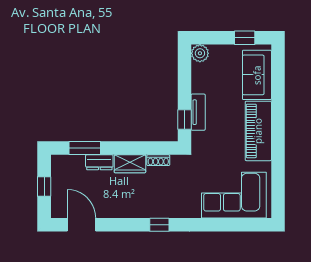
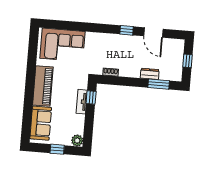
window: (245, 38) -> (57, 149), moved
wardrobe: (130, 164) -> (130, 71), removed
door: (82, 225) -> (153, 33), moved
window: (159, 225) -> (127, 30), moved

